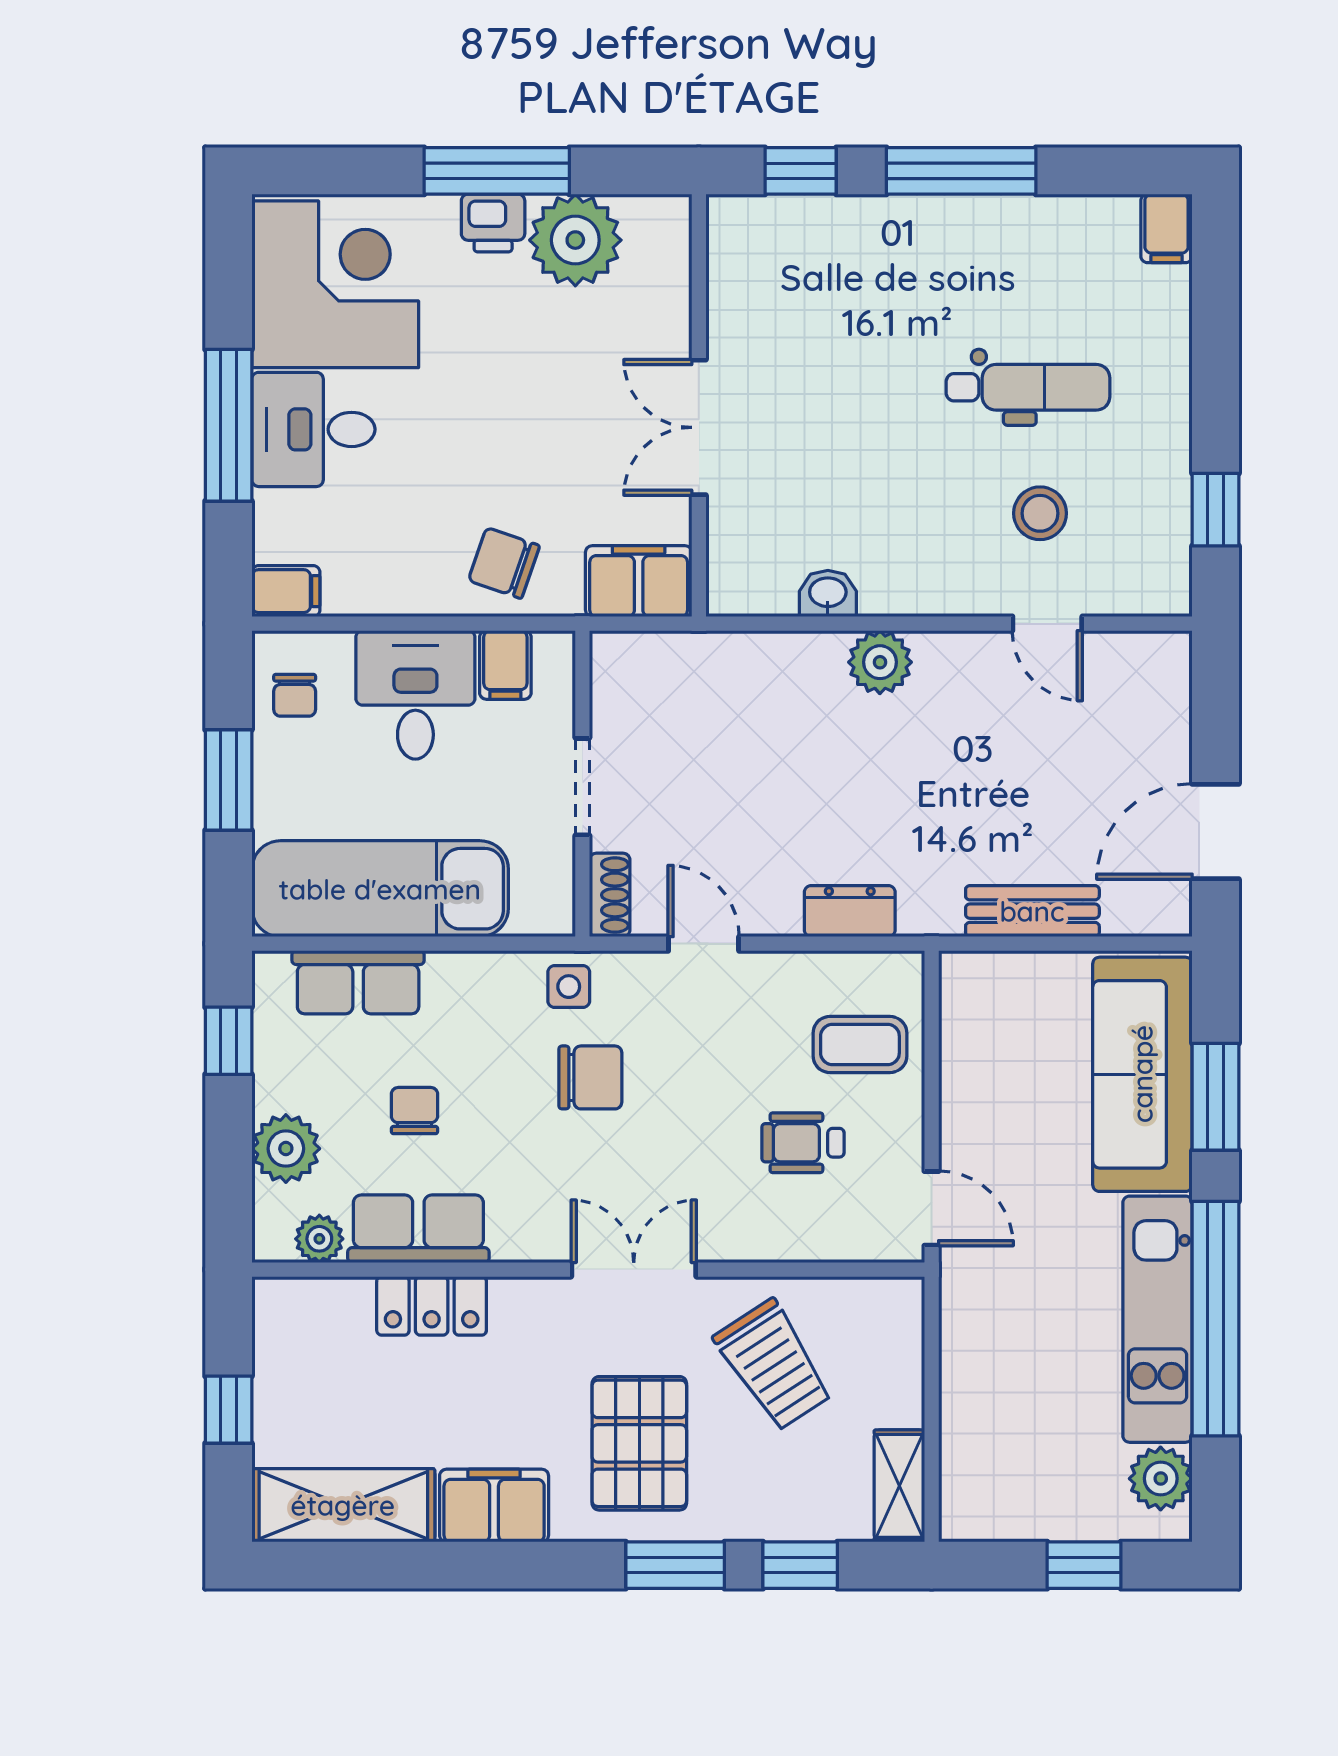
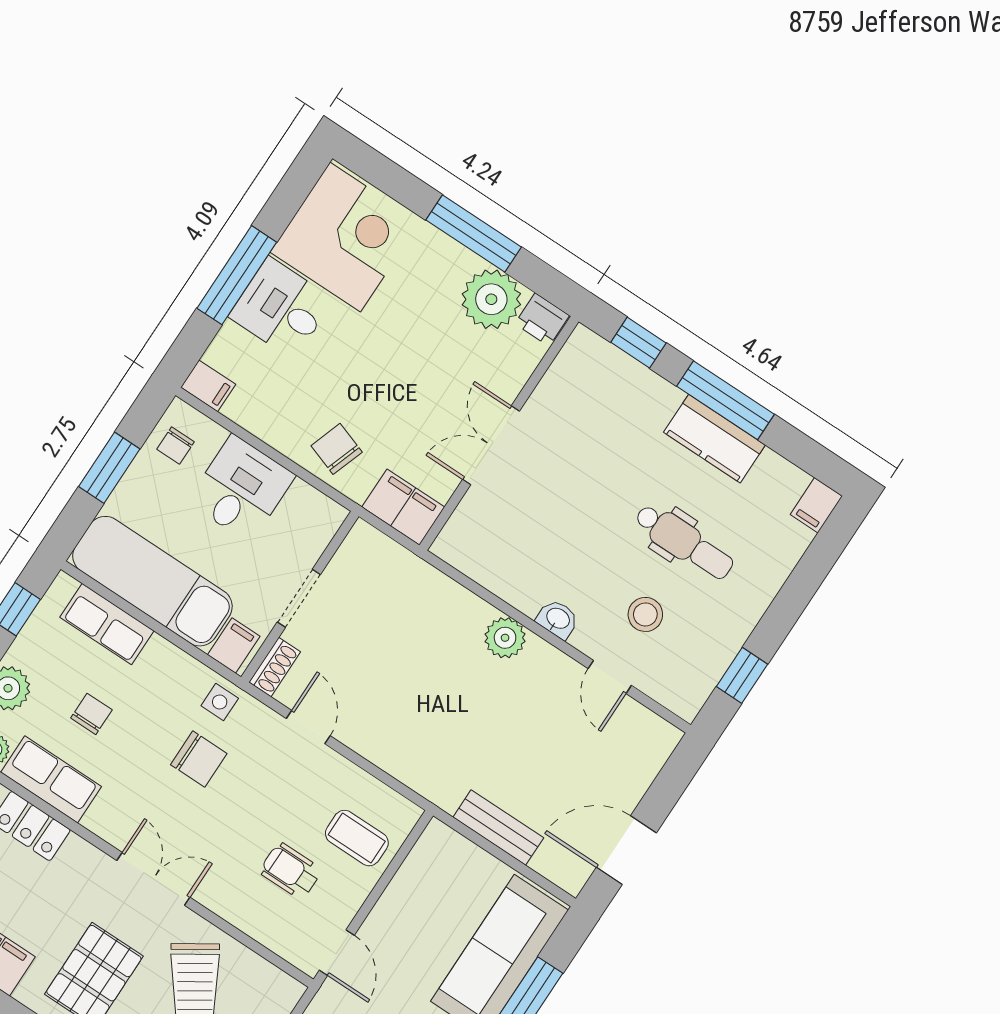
printer: (493, 223) -> (542, 320), moved
kitchen counter: (980, 229) -> (714, 439), added
washbasin: (828, 594) -> (558, 619), moved
filing cabinet: (505, 665) -> (234, 646), moved, turned 180
dresser: (850, 911) -> (399, 762), removed

